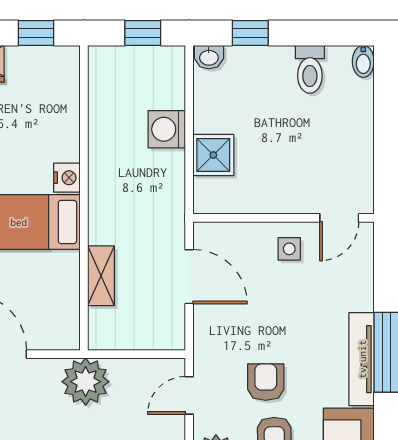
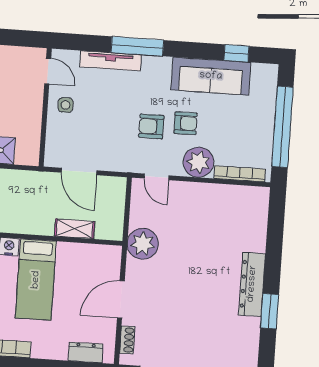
door: (189, 277) -> (79, 172), swing flipped
tv unit: (362, 359) -> (111, 61), moved

